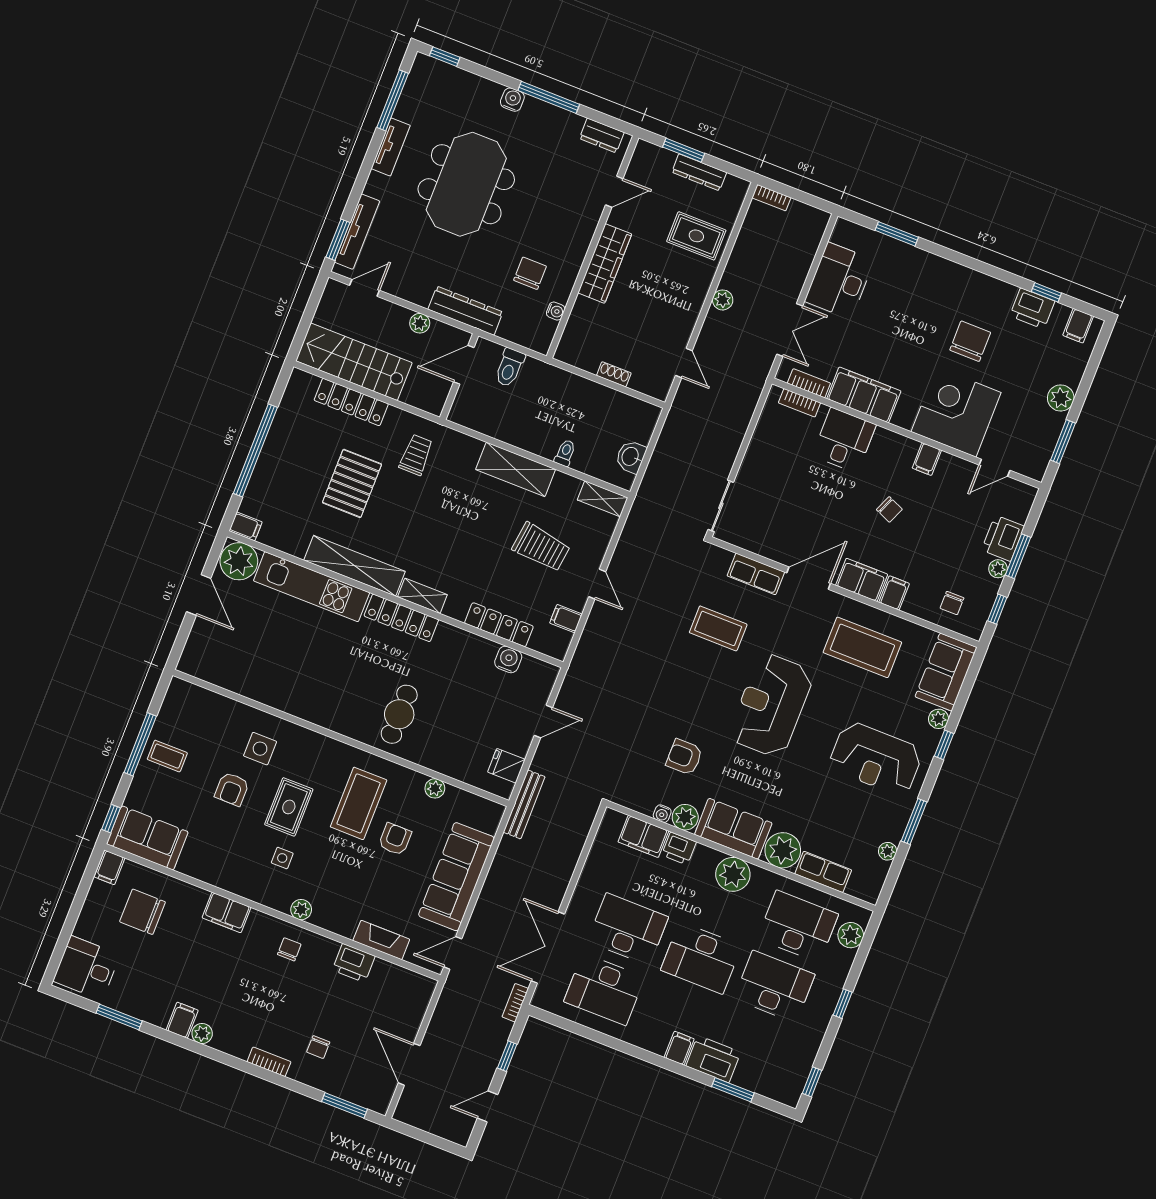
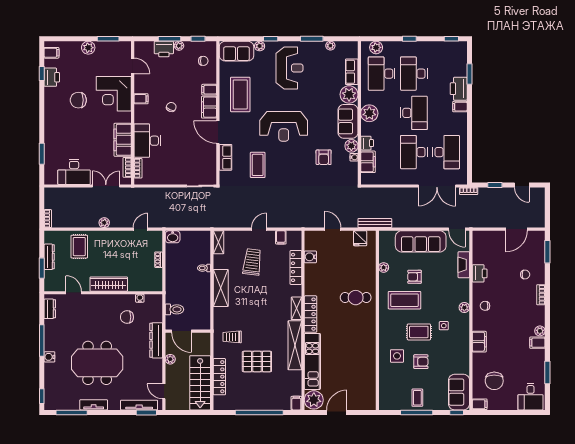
desk: (844, 440) -> (147, 141), width x1.37
washbasin: (631, 457) -> (173, 237), moved

